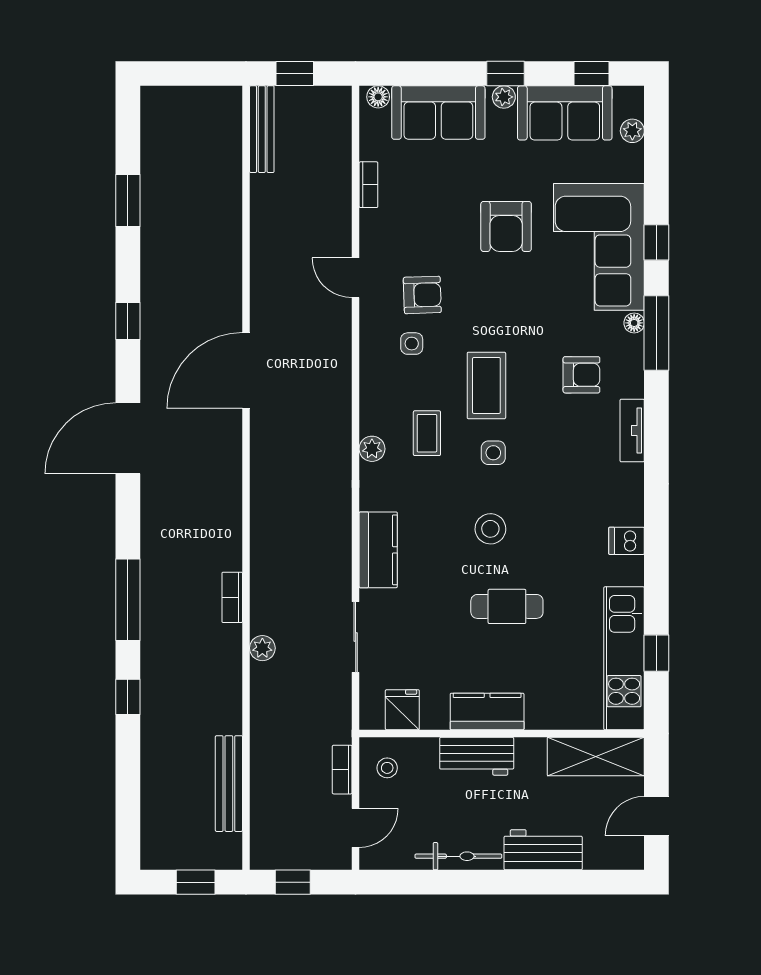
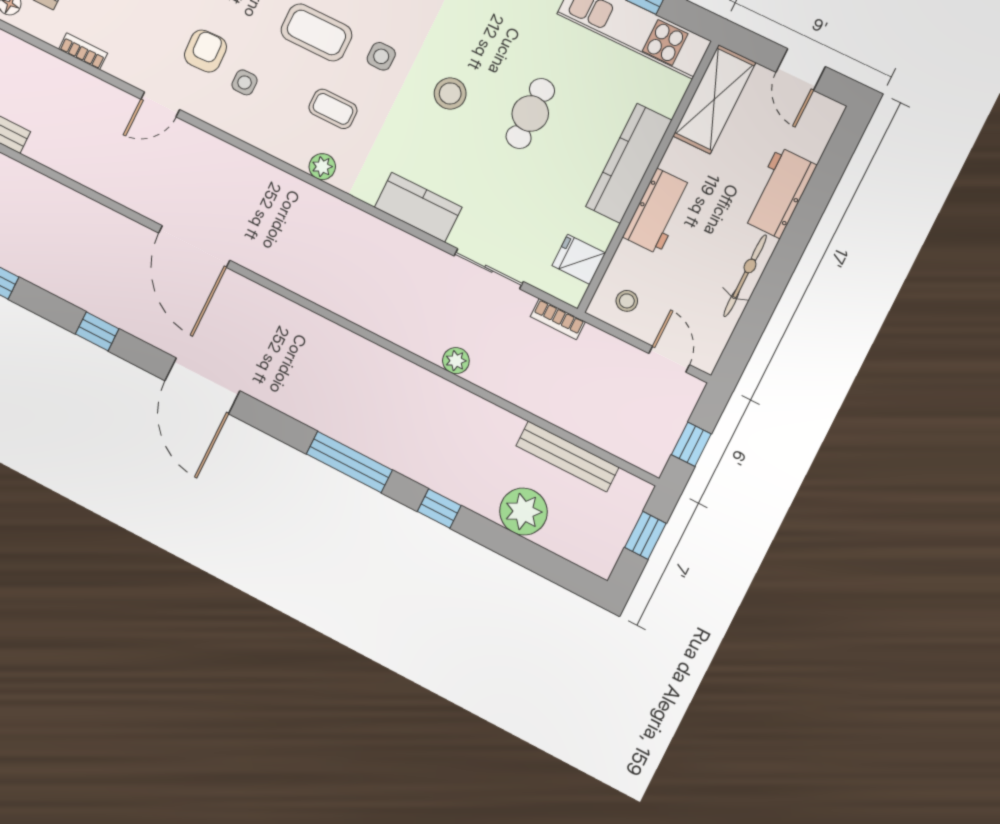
bookcase: (232, 597) -> (395, 365), removed
kitchen counter: (487, 711) -> (629, 163), width x1.50
plant: (163, 770) -> (523, 512), added
bookcase: (342, 770) -> (558, 319), moved

